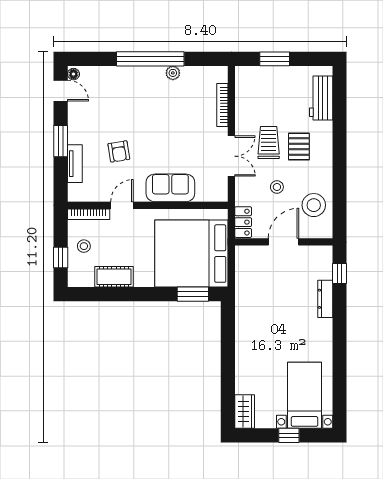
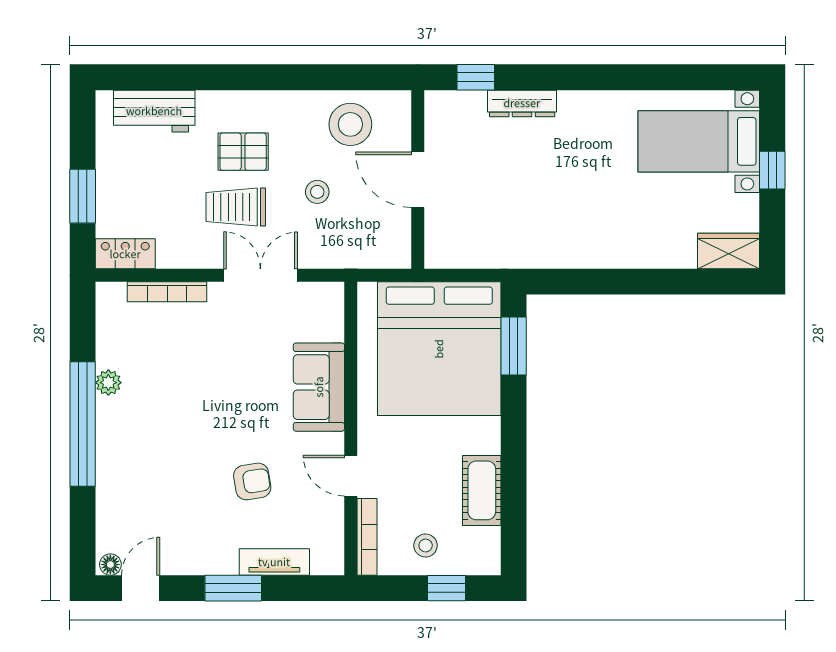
locker: (243, 222) -> (125, 254), moved

